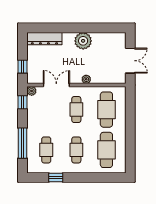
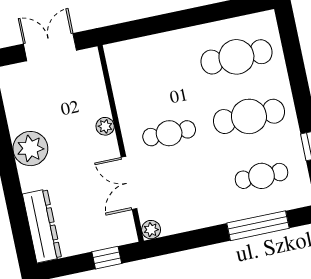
window: (22, 102) -> (177, 243), removed
cafe table: (106, 110) -> (157, 74), removed
cafe table: (76, 150) -> (249, 116), width x1.37, depth x1.35

